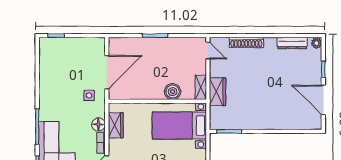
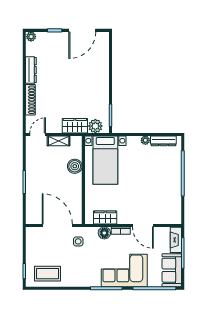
dresser: (292, 43) -> (31, 70), moved
coffee table: (53, 61) -> (48, 274), added
shelving: (201, 87) -> (59, 141), moved
plant: (217, 115) -> (95, 126), added

